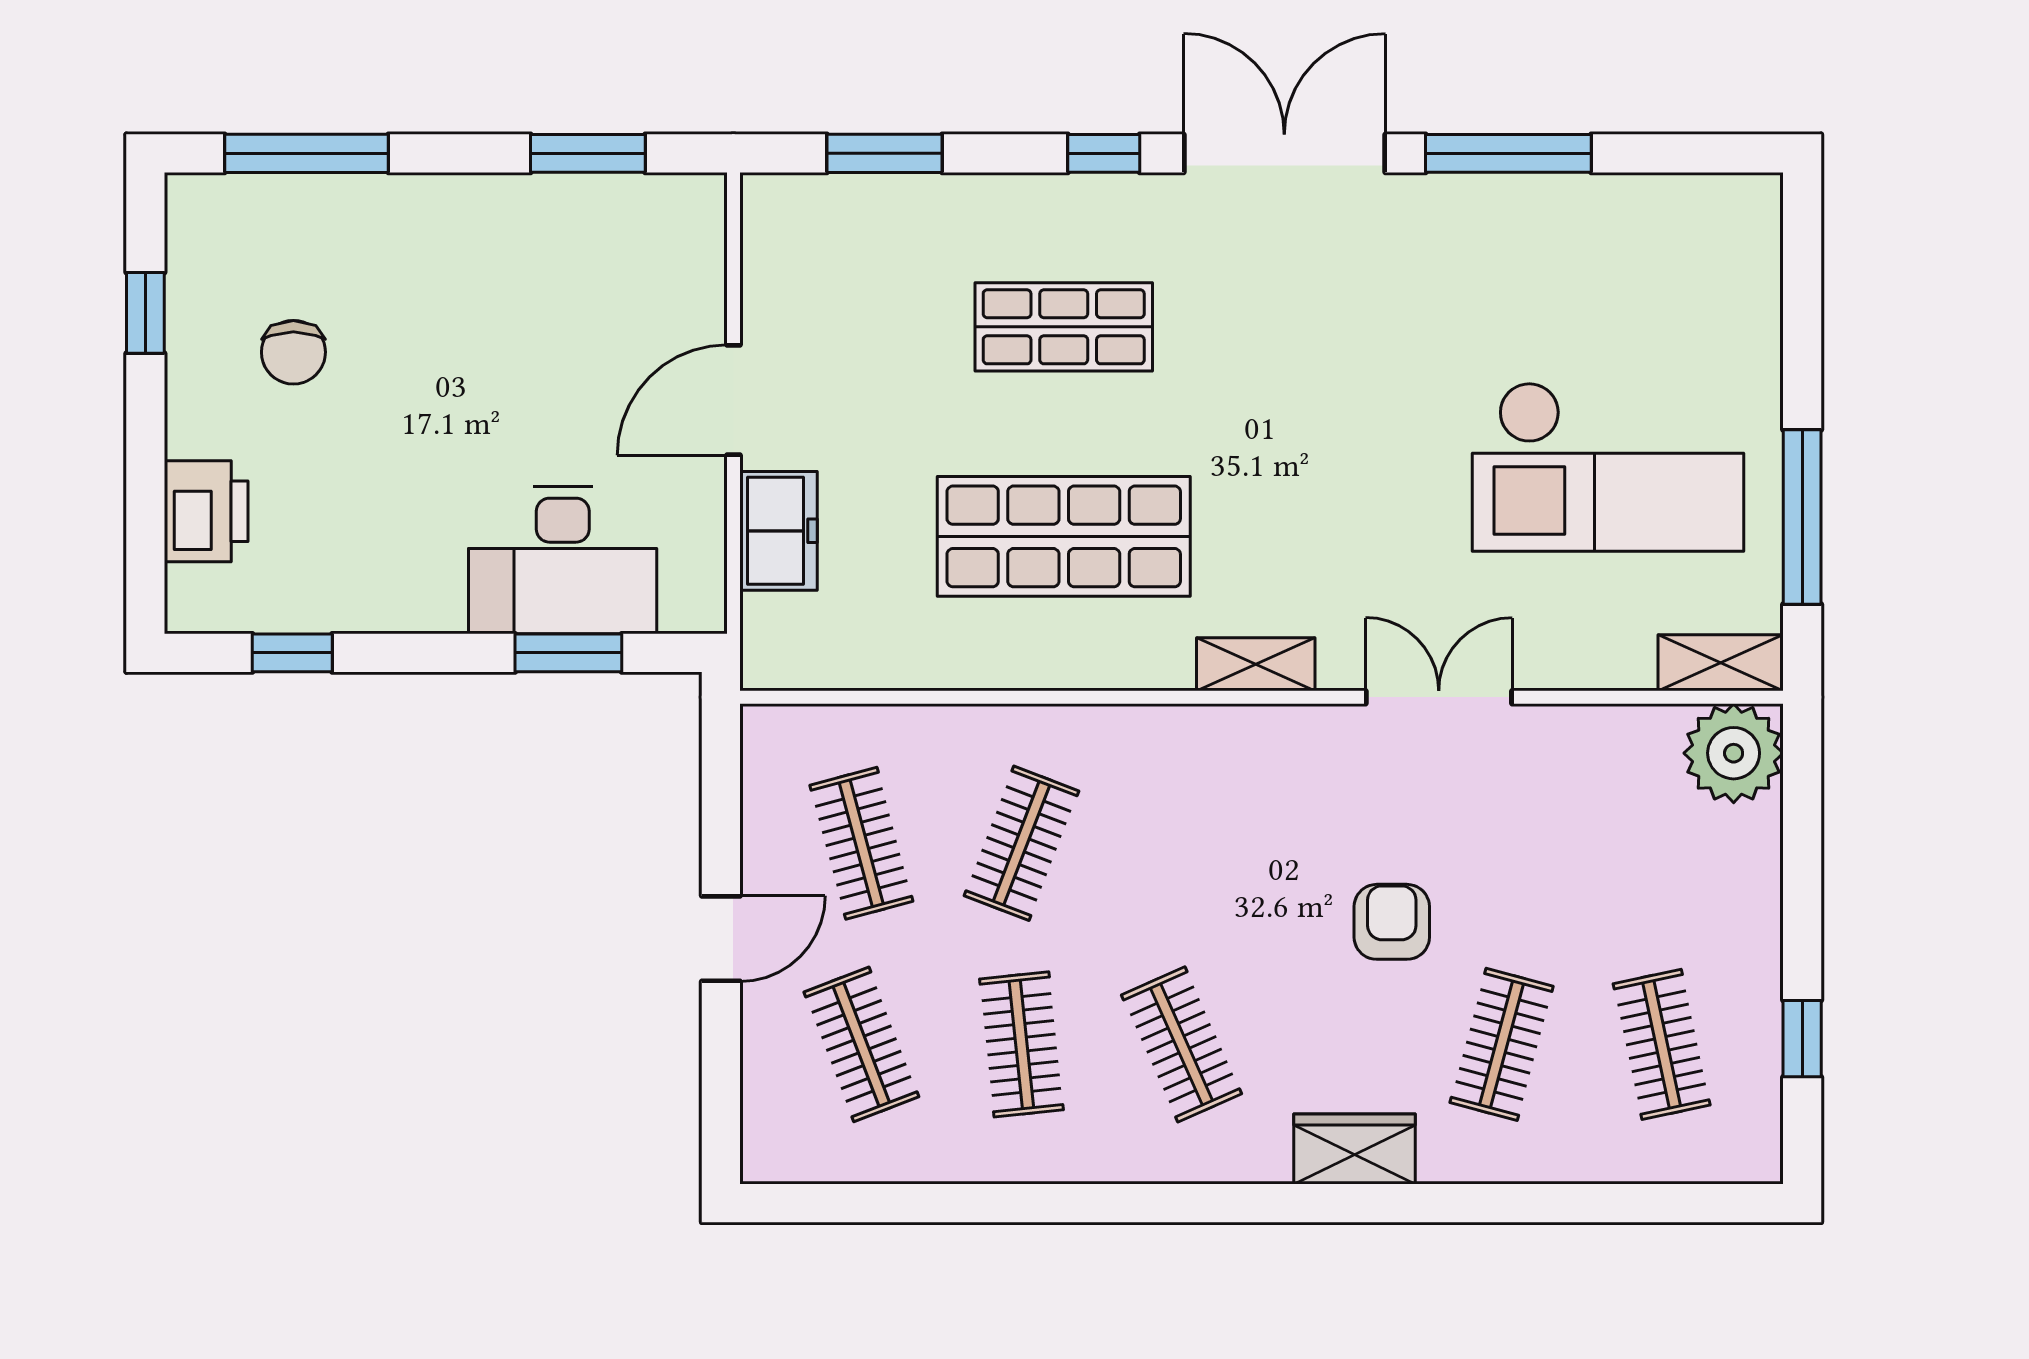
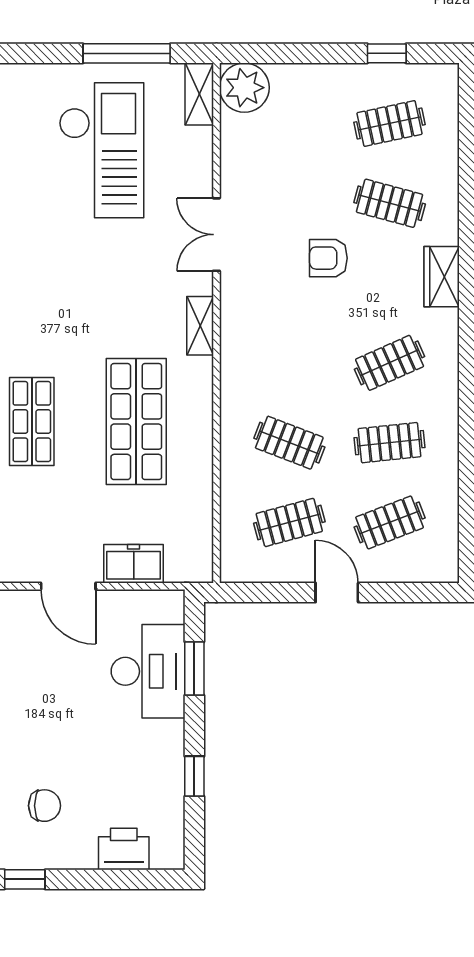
window: (292, 653) -> (194, 776), moved

